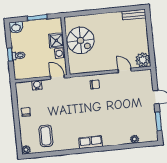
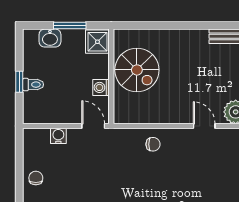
washbasin: (16, 27) -> (50, 38), moved
shower: (56, 41) -> (97, 42), moved

